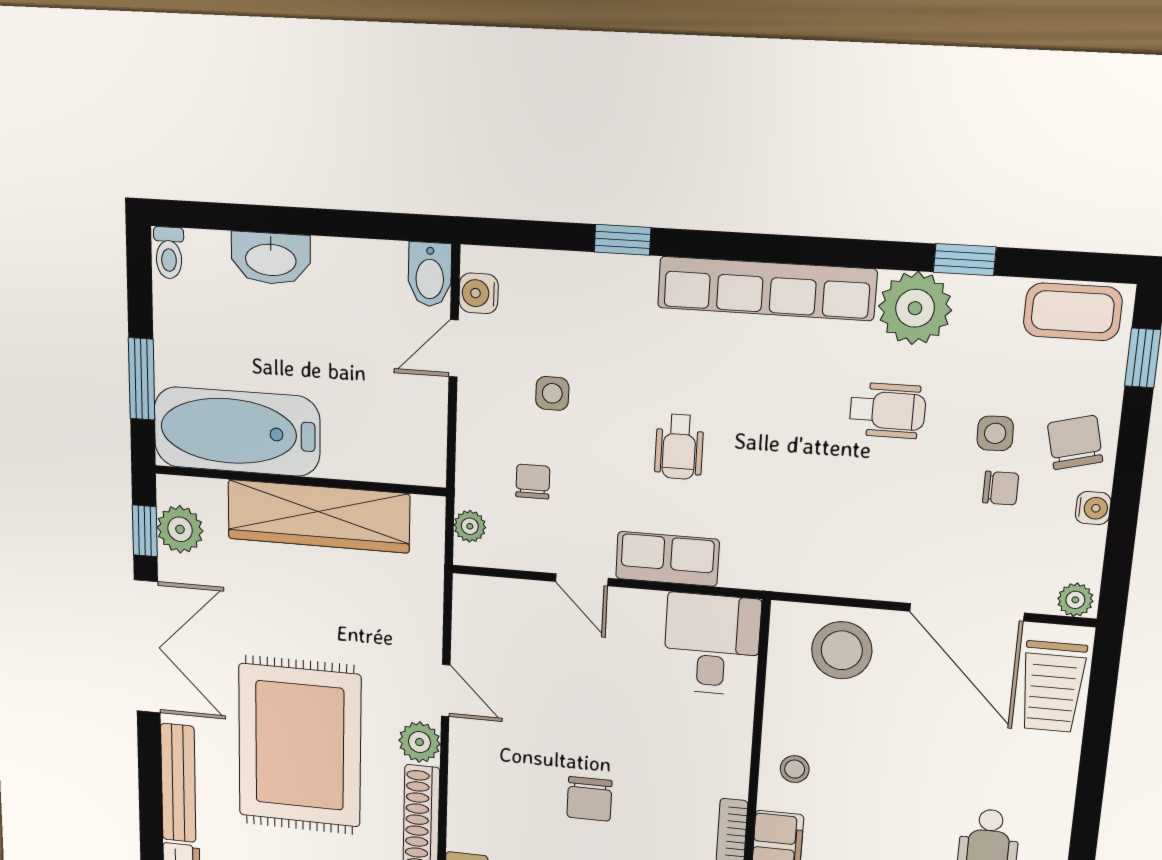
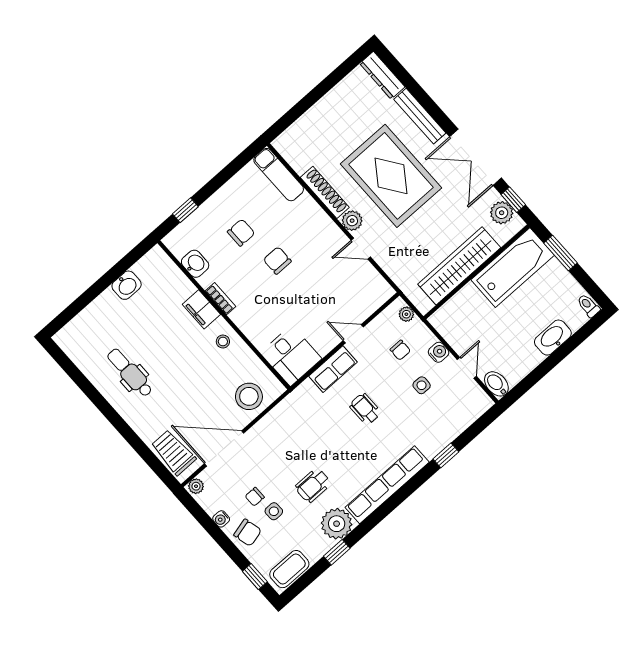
water cooler: (479, 293) -> (439, 352), moved

